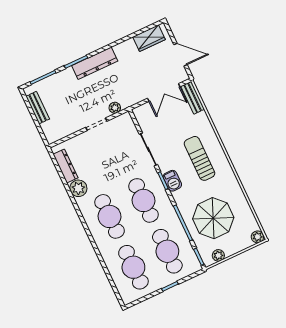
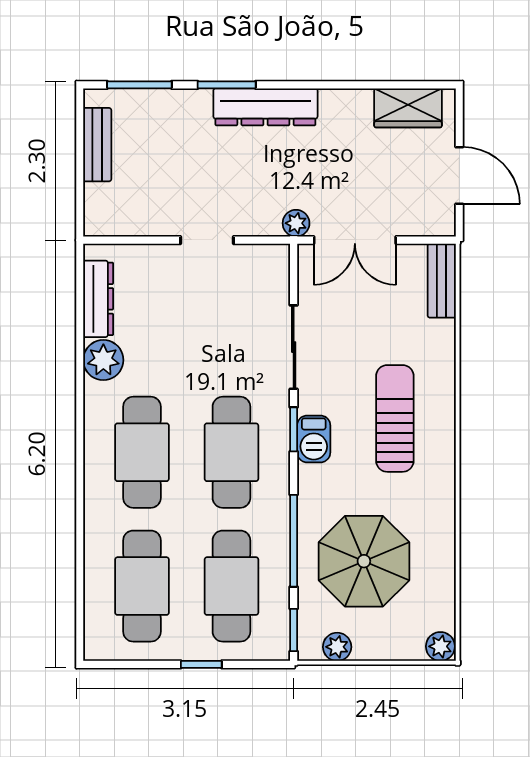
double door: (164, 93) -> (355, 240), moved
plant: (115, 108) -> (296, 223), moved

